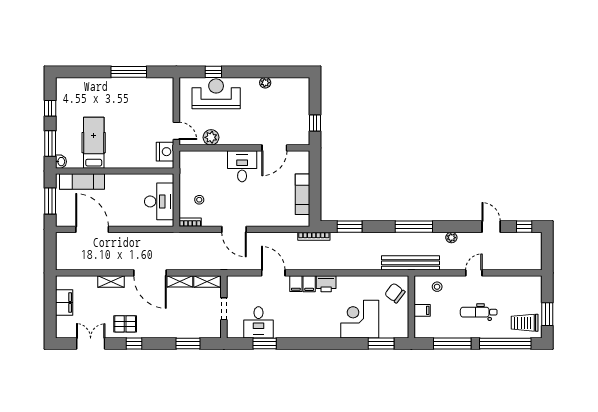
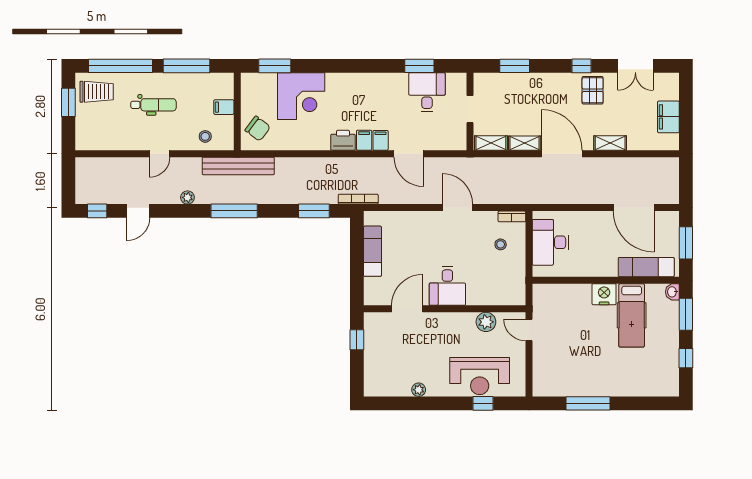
nightstand: (165, 152) -> (604, 294), moved, turned 90
door: (491, 227) -> (138, 211), hinge flipped
pallet: (125, 324) -> (593, 90), turned 90

